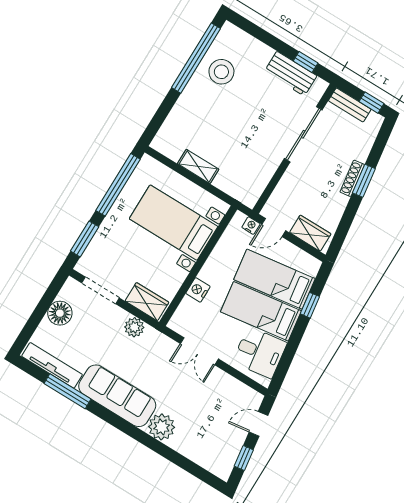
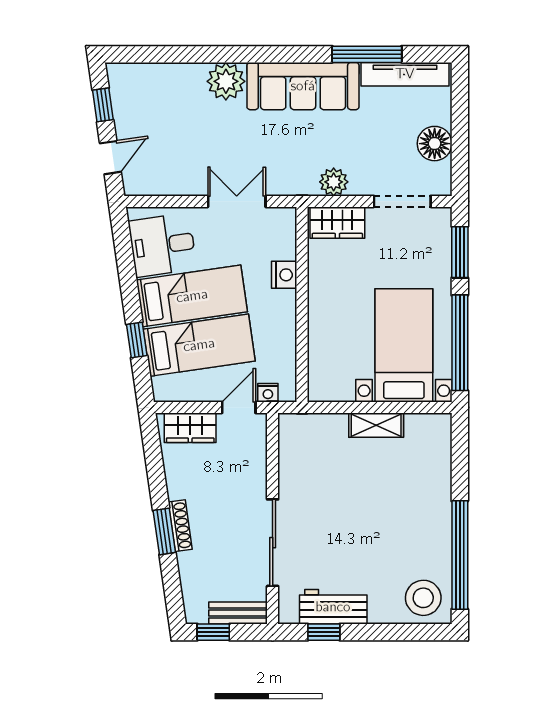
stool: (221, 72) -> (423, 598), moved
bed with nightstands: (174, 223) -> (404, 345), moved, turned -90

